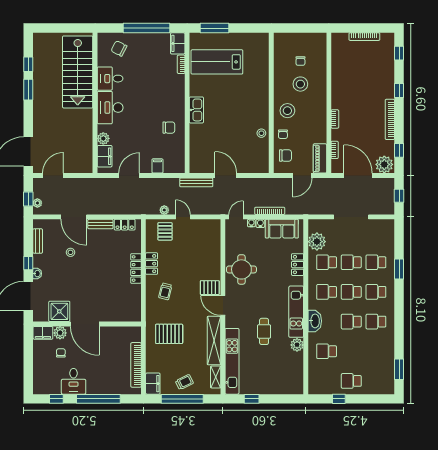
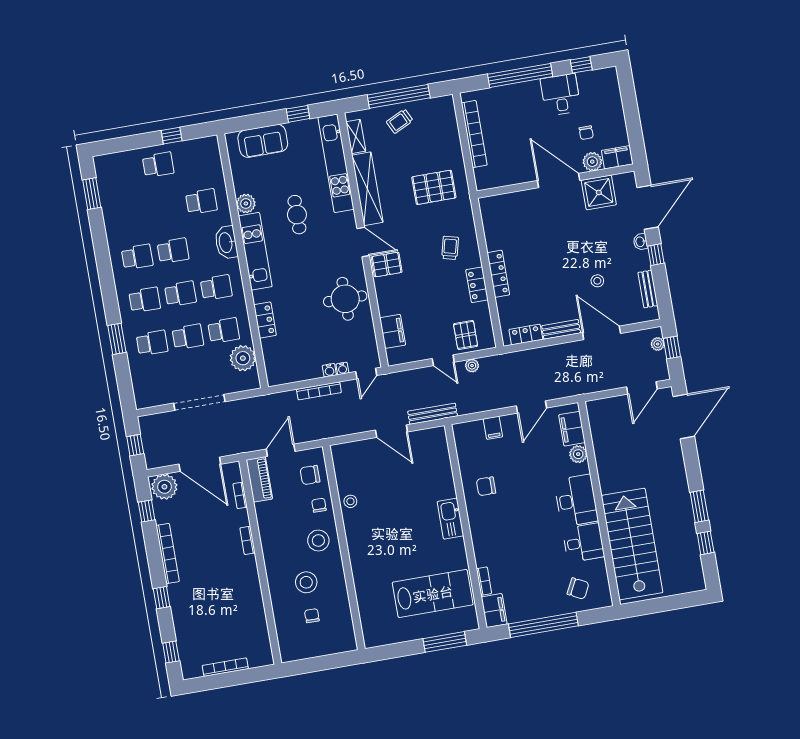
sofa: (282, 229) -> (263, 141), moved, turned 180
filing cabinet: (153, 384) -> (393, 331), moved, turned 180

